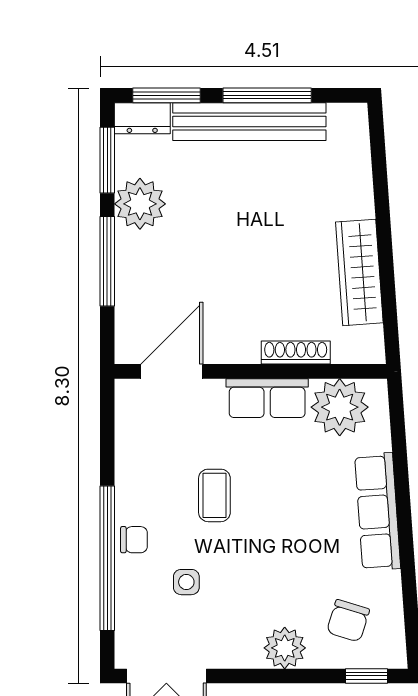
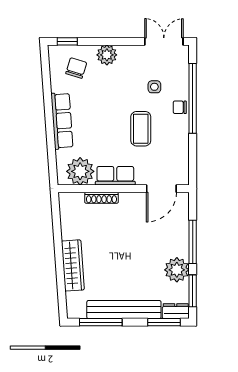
window: (267, 95) -> (101, 322), moved
wardrobe: (359, 272) -> (73, 265), moved
coffee table: (214, 495) -> (141, 129), width x1.36, depth x1.30

